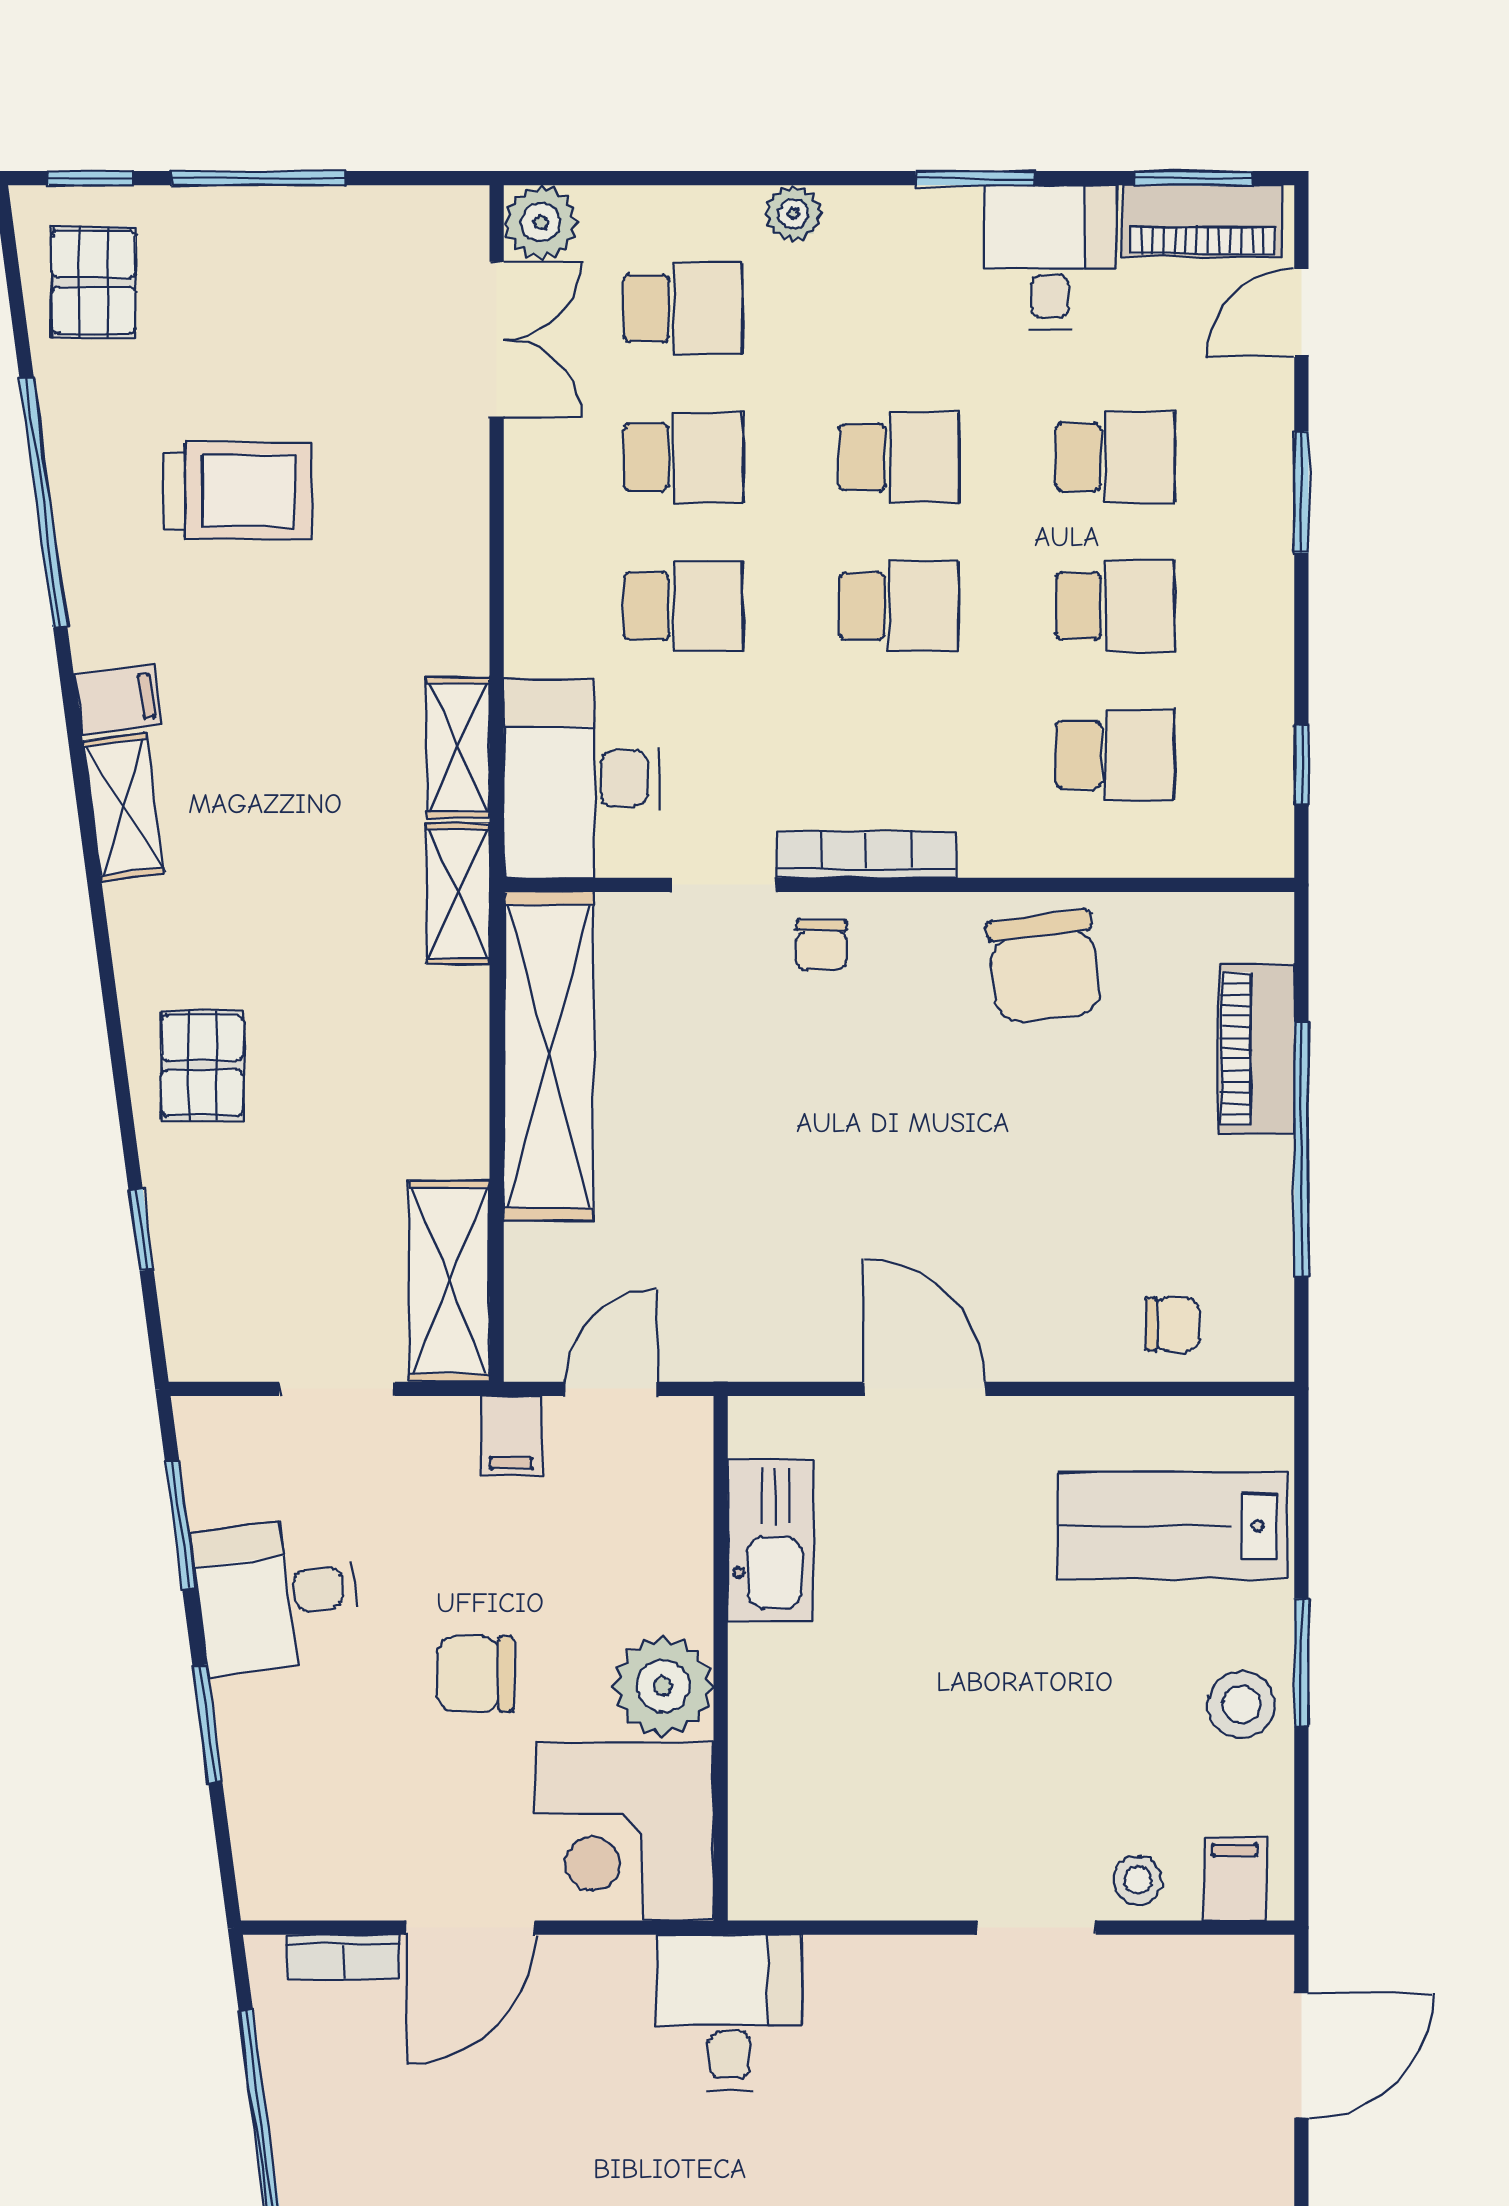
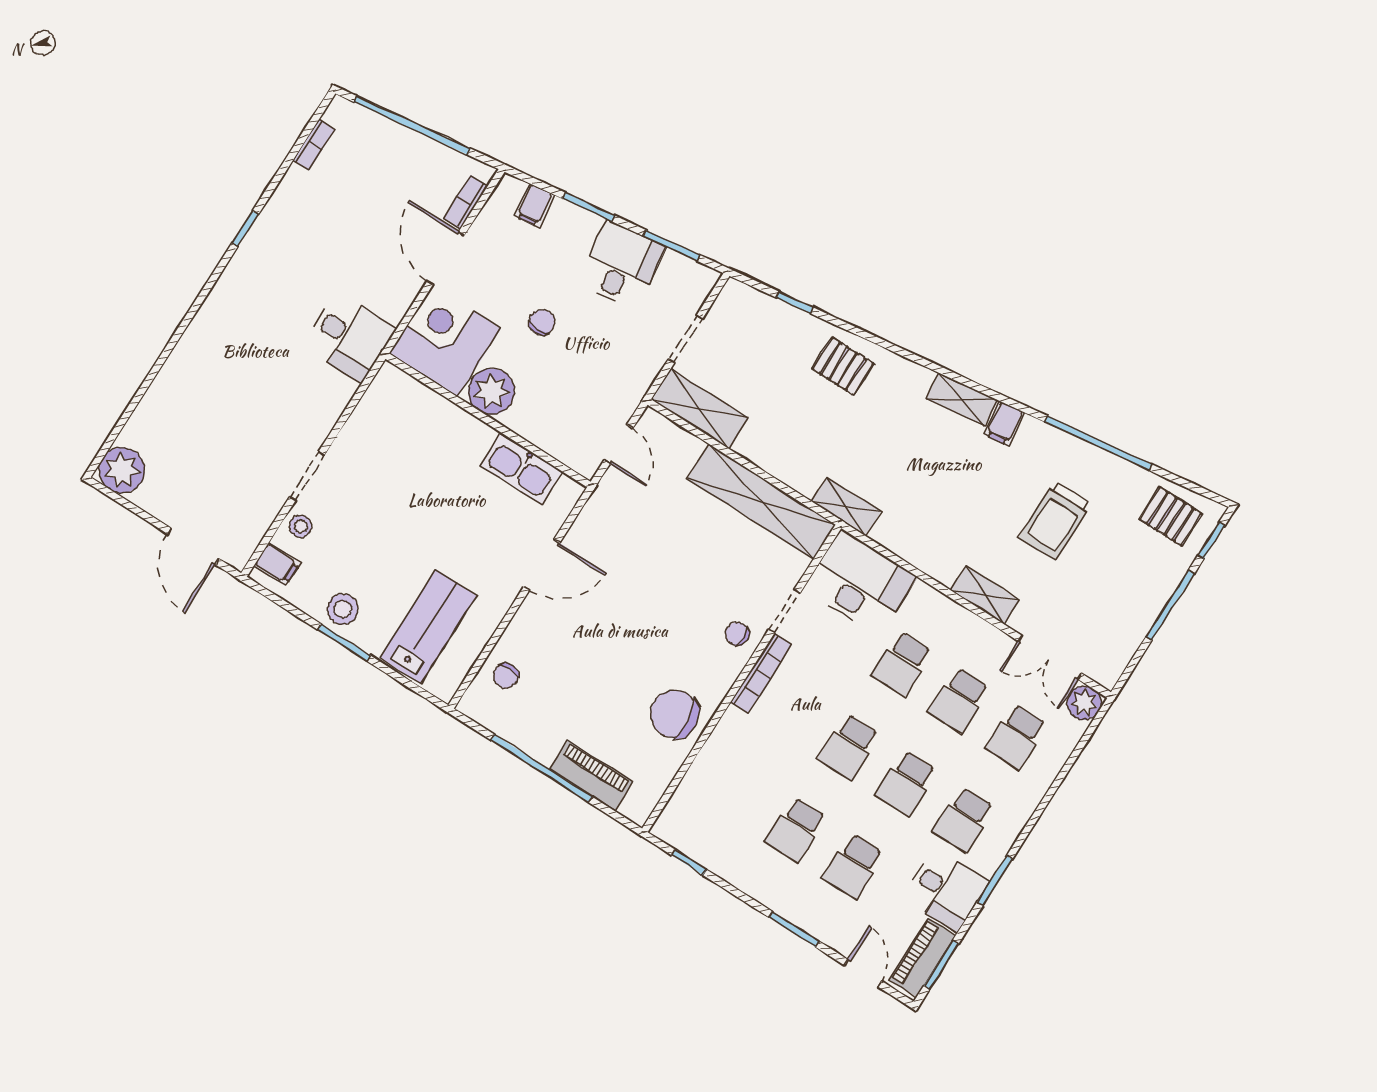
plant: (793, 214) -> (1026, 802), removed
shelving: (458, 748) -> (985, 595), moved
school desk: (1115, 755) -> (963, 820), moved
filing cabinet: (511, 1435) -> (534, 205), moved, turned -98
chair: (475, 1674) -> (542, 322), width x0.73, depth x0.73

